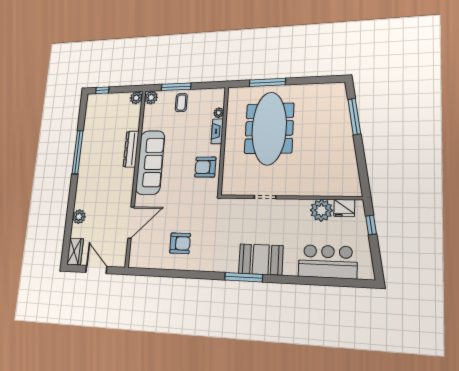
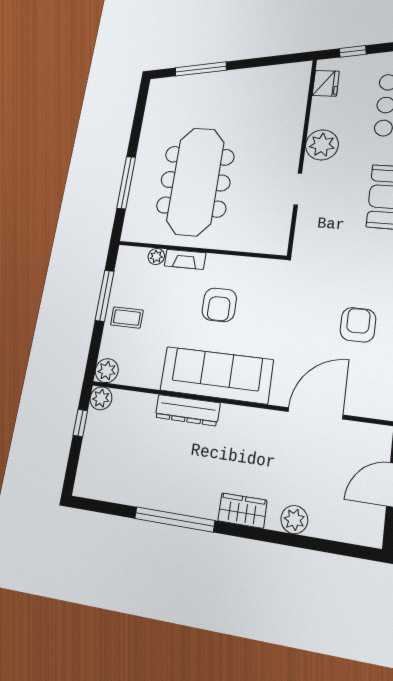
window: (176, 87) -> (105, 296), moved
window: (102, 90) -> (80, 423), moved
meeting table: (269, 128) -> (195, 181), turned 90
armchair: (205, 167) -> (219, 305), moved
plant: (321, 210) -> (322, 145), moved
door: (131, 223) -> (315, 413), hinge flipped
wardrobe: (75, 251) -> (242, 511), moved

